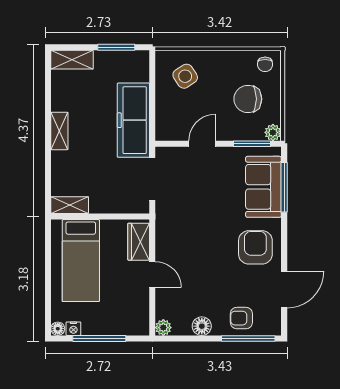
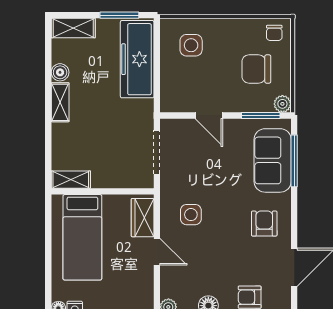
side table: (185, 76) -> (191, 45), turned 33
boiler: (59, 102) -> (60, 72), added
freezer: (133, 120) -> (137, 59), moved
door: (202, 144) -> (209, 116), swing flipped
side table: (185, 239) -> (191, 215), added
armchair: (255, 247) -> (264, 224), width x0.72, depth x0.72

